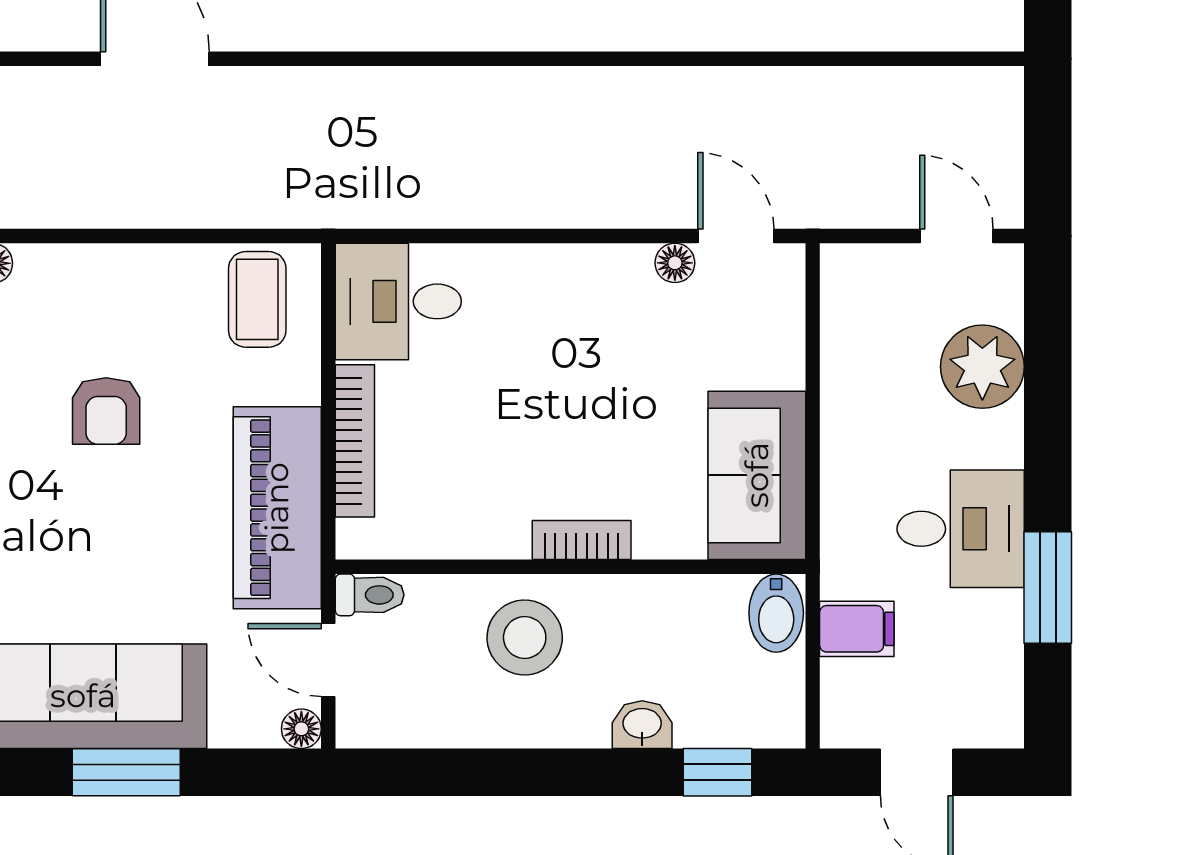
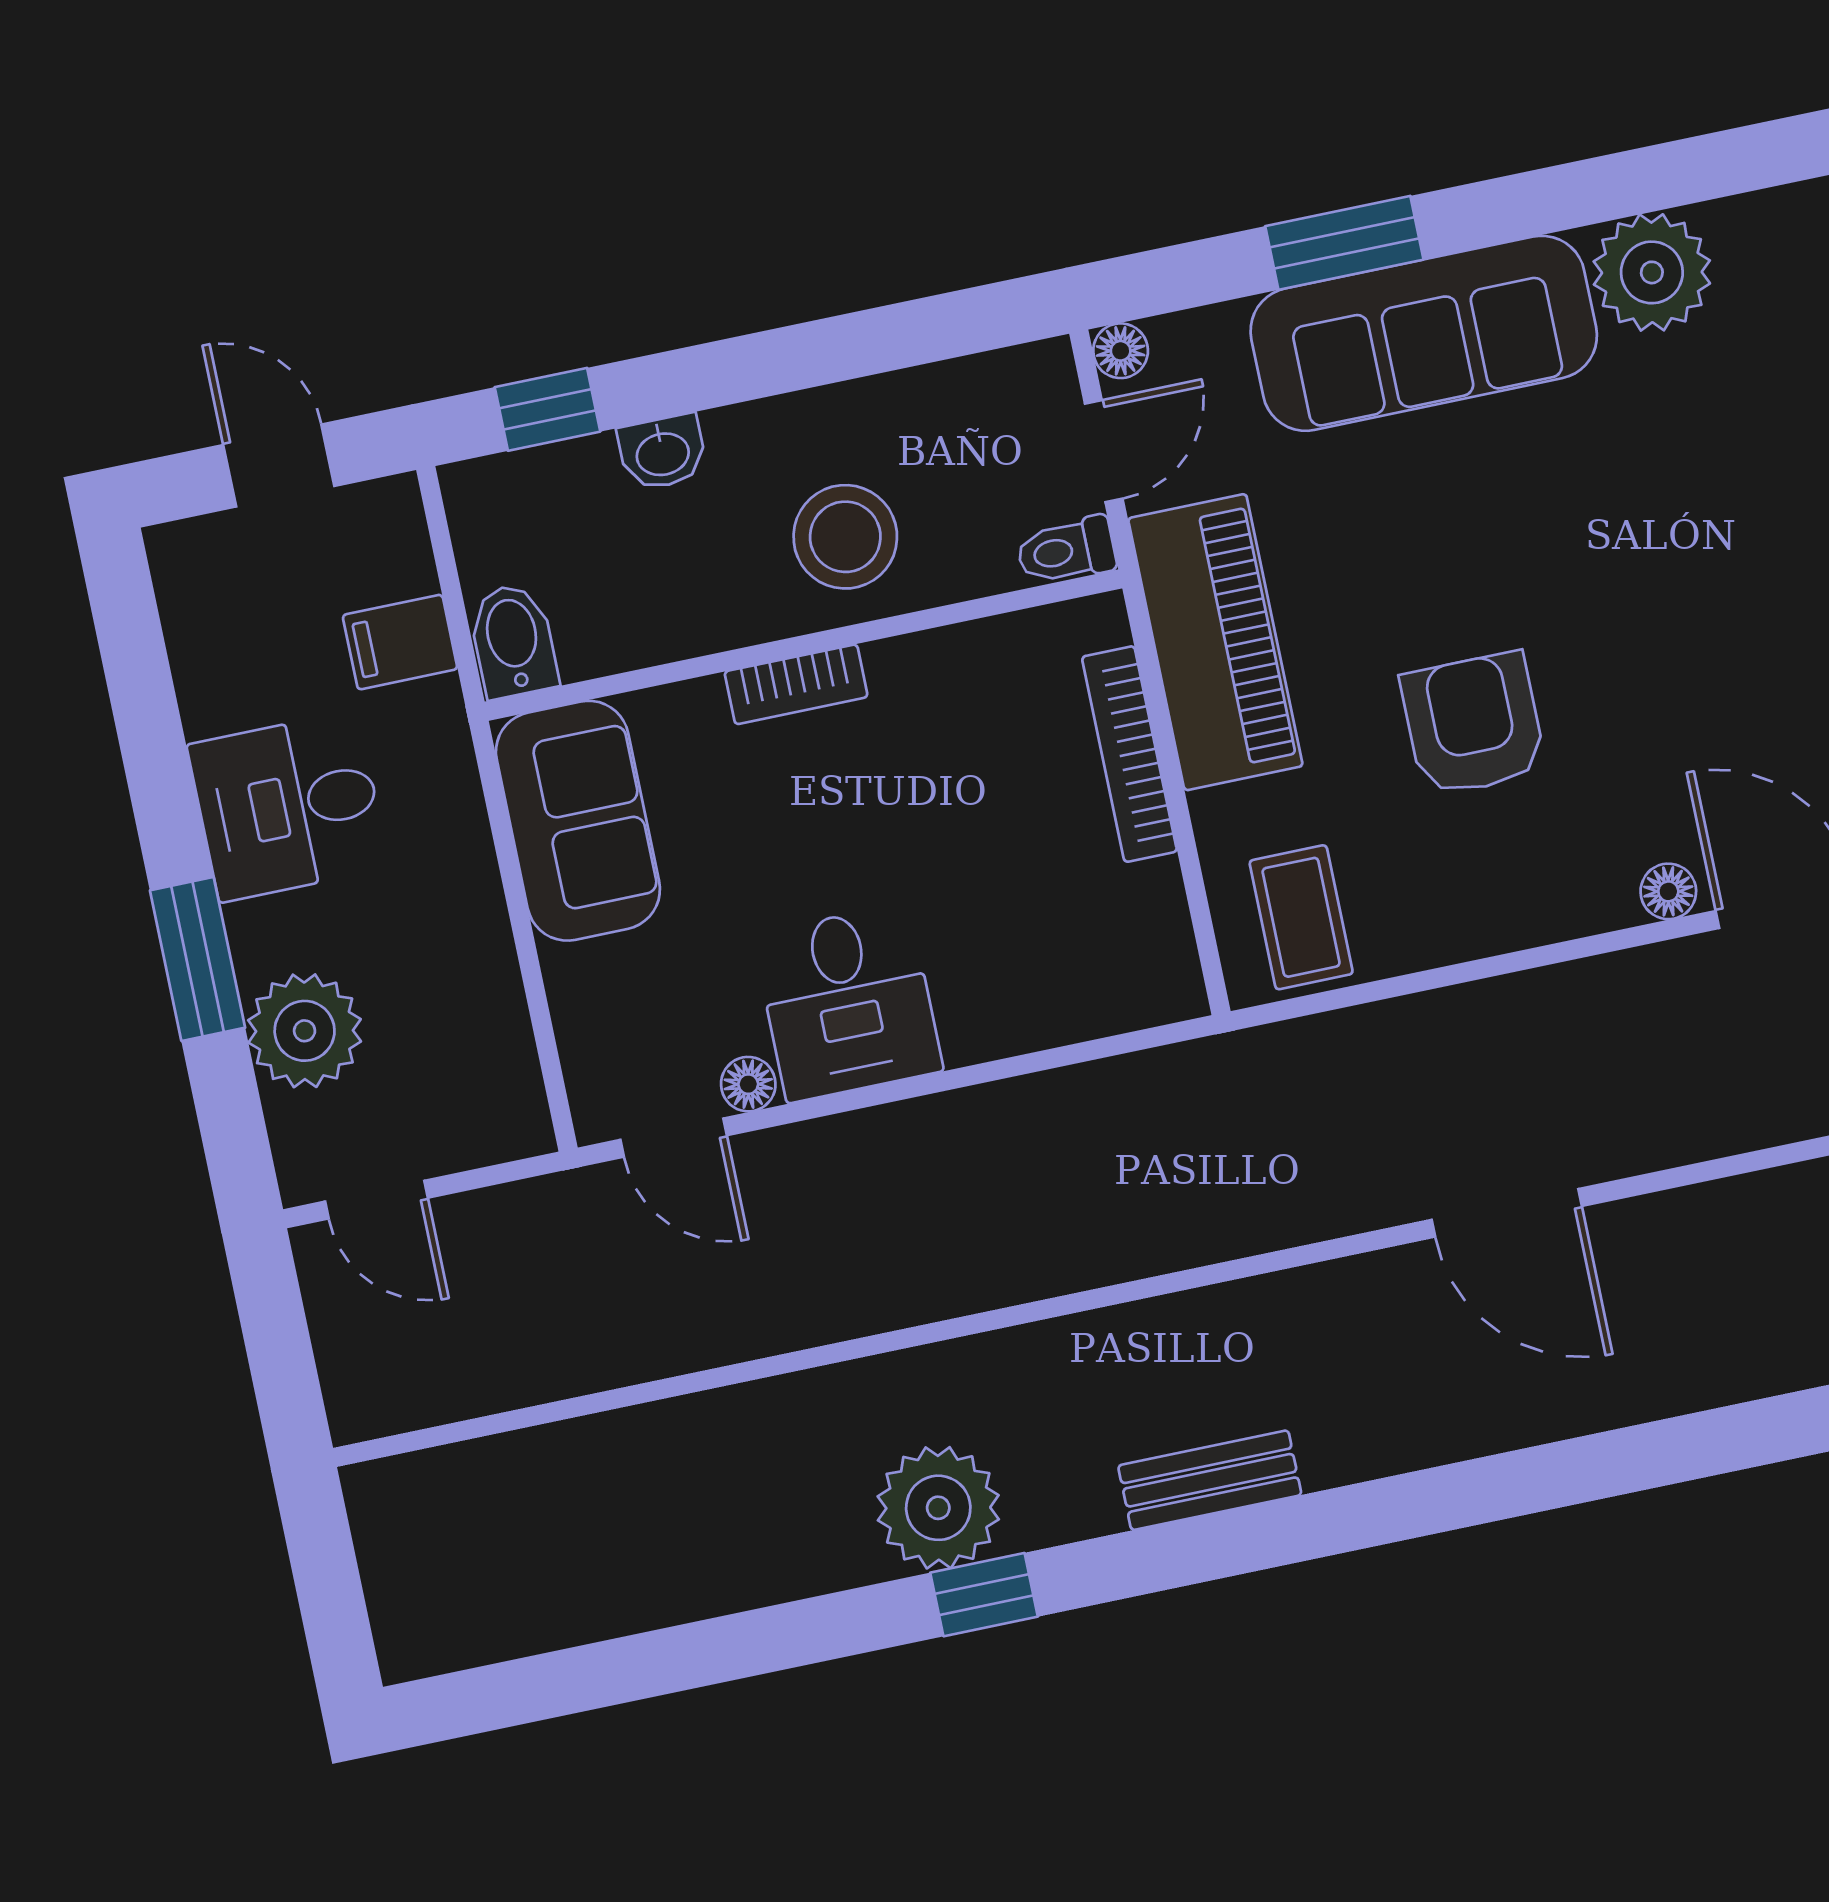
desk: (398, 301) -> (848, 1003), moved, turned 90
armchair: (106, 411) -> (1473, 724), width x1.38, depth x1.38
window: (1048, 587) -> (198, 959), moved
door: (328, 660) -> (1104, 451), hinge flipped

